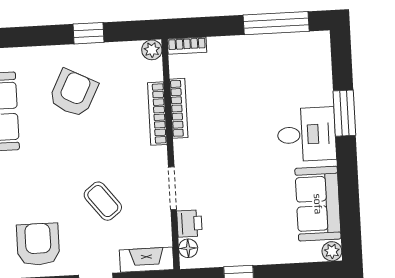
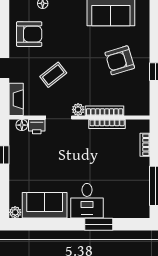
bookcase: (187, 46) -> (145, 145), moved
plant: (152, 50) -> (78, 110), moved
armchair: (73, 93) -> (120, 60), turned 136

